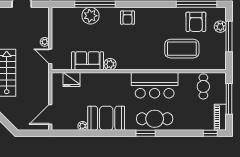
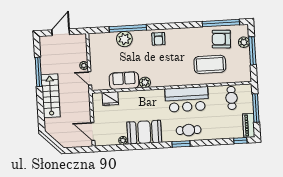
armchair: (196, 22) -> (221, 39), turned 93
door: (50, 114) -> (93, 132), hinge flipped
cafe table: (155, 119) -> (189, 130), width x0.73, depth x0.74

